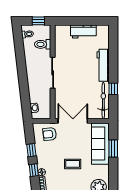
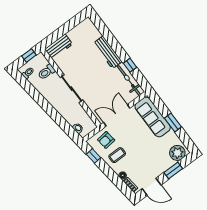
workbench: (83, 31) -> (59, 47), moved
window: (113, 148) -> (173, 123), moved
window: (31, 150) -> (94, 156), moved
coffee table: (73, 164) -> (117, 155), moved
window: (34, 170) -> (115, 179), removed

